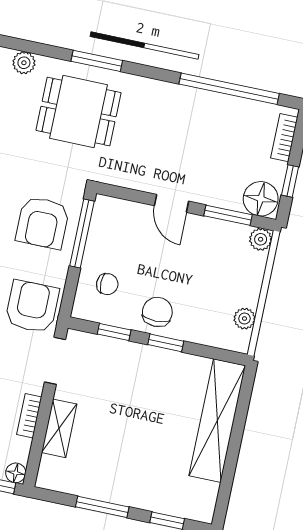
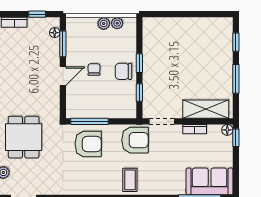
floor lamp: (261, 199) -> (55, 33), width x0.53, depth x0.53
plant: (261, 239) -> (104, 24), moved
chair: (107, 284) -> (94, 69), moved
armchair: (32, 307) -> (135, 140), turned 180
shelving: (217, 421) -> (176, 26), removed
shelving: (59, 428) -> (206, 109), width x1.50, depth x1.33

